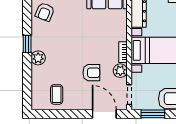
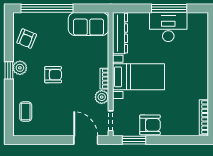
plant: (38, 58) -> (20, 68), moved
armchair: (91, 73) -> (53, 75), moved
coffee table: (57, 94) -> (26, 112), moved

